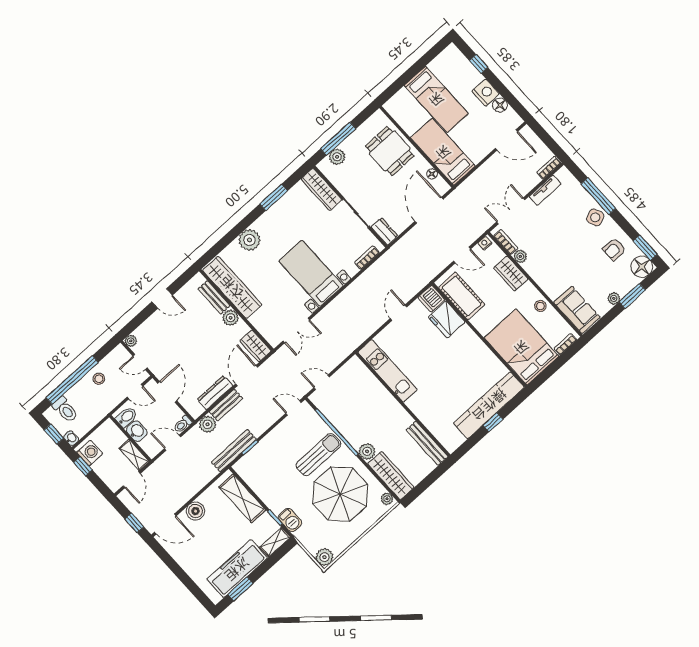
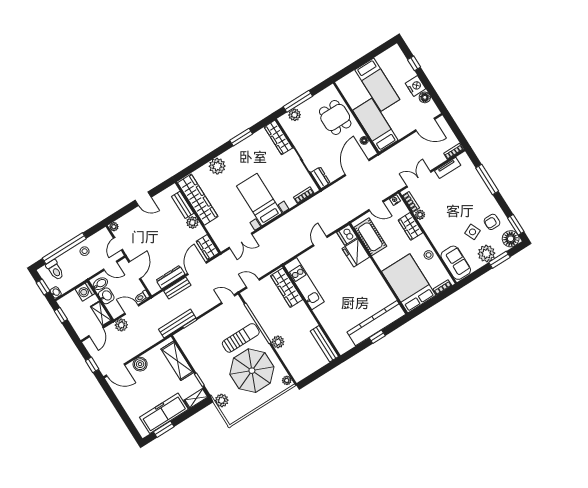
side table: (595, 217) -> (473, 232), moved
plant: (614, 298) -> (486, 254), width x1.88, depth x1.88
door: (140, 362) -> (118, 244), hinge flipped
plant: (208, 424) -> (121, 325), moved
washing machine: (90, 453) -> (85, 291), moved, turned 180
wardrobe: (391, 476) -> (287, 288), moved, turned 180
barbecue: (290, 520) -> (210, 384), removed
plant: (325, 557) -> (222, 400), moved

